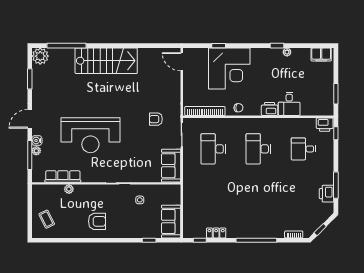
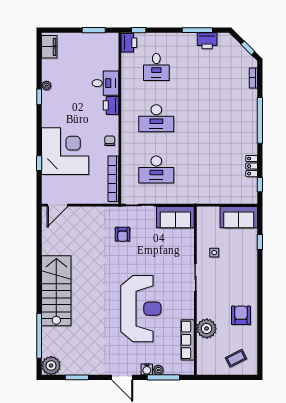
plant: (69, 189) -> (207, 328), width x1.87, depth x1.87
armchair: (97, 221) -> (241, 315), moved

